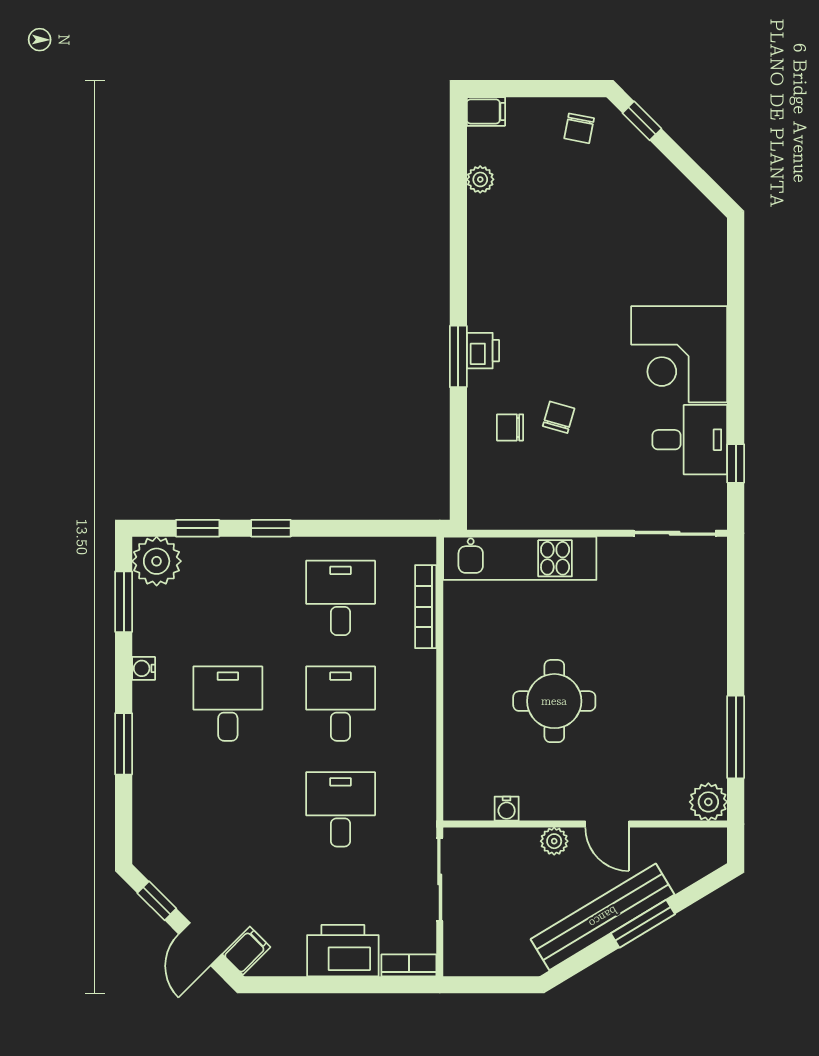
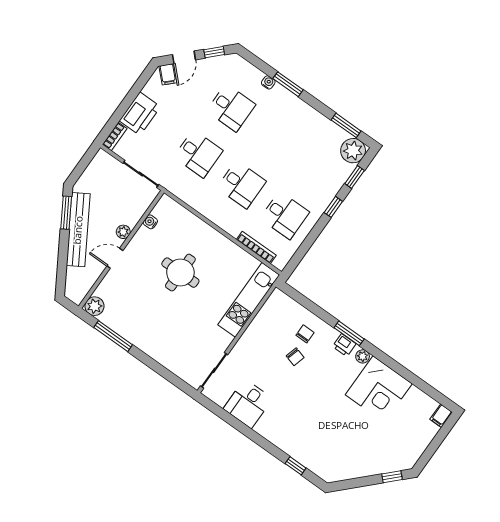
chair: (579, 128) -> (407, 449), removed
plant: (480, 179) -> (363, 356), moved
corner desk: (679, 354) -> (379, 389), moved, turned 180
window: (736, 463) -> (296, 466), moved
water cooler: (144, 668) -> (268, 82), moved
desk: (228, 704) -> (231, 108), moved
window: (643, 924) -> (66, 213), moved
door: (200, 944) -> (184, 57), swing flipped

